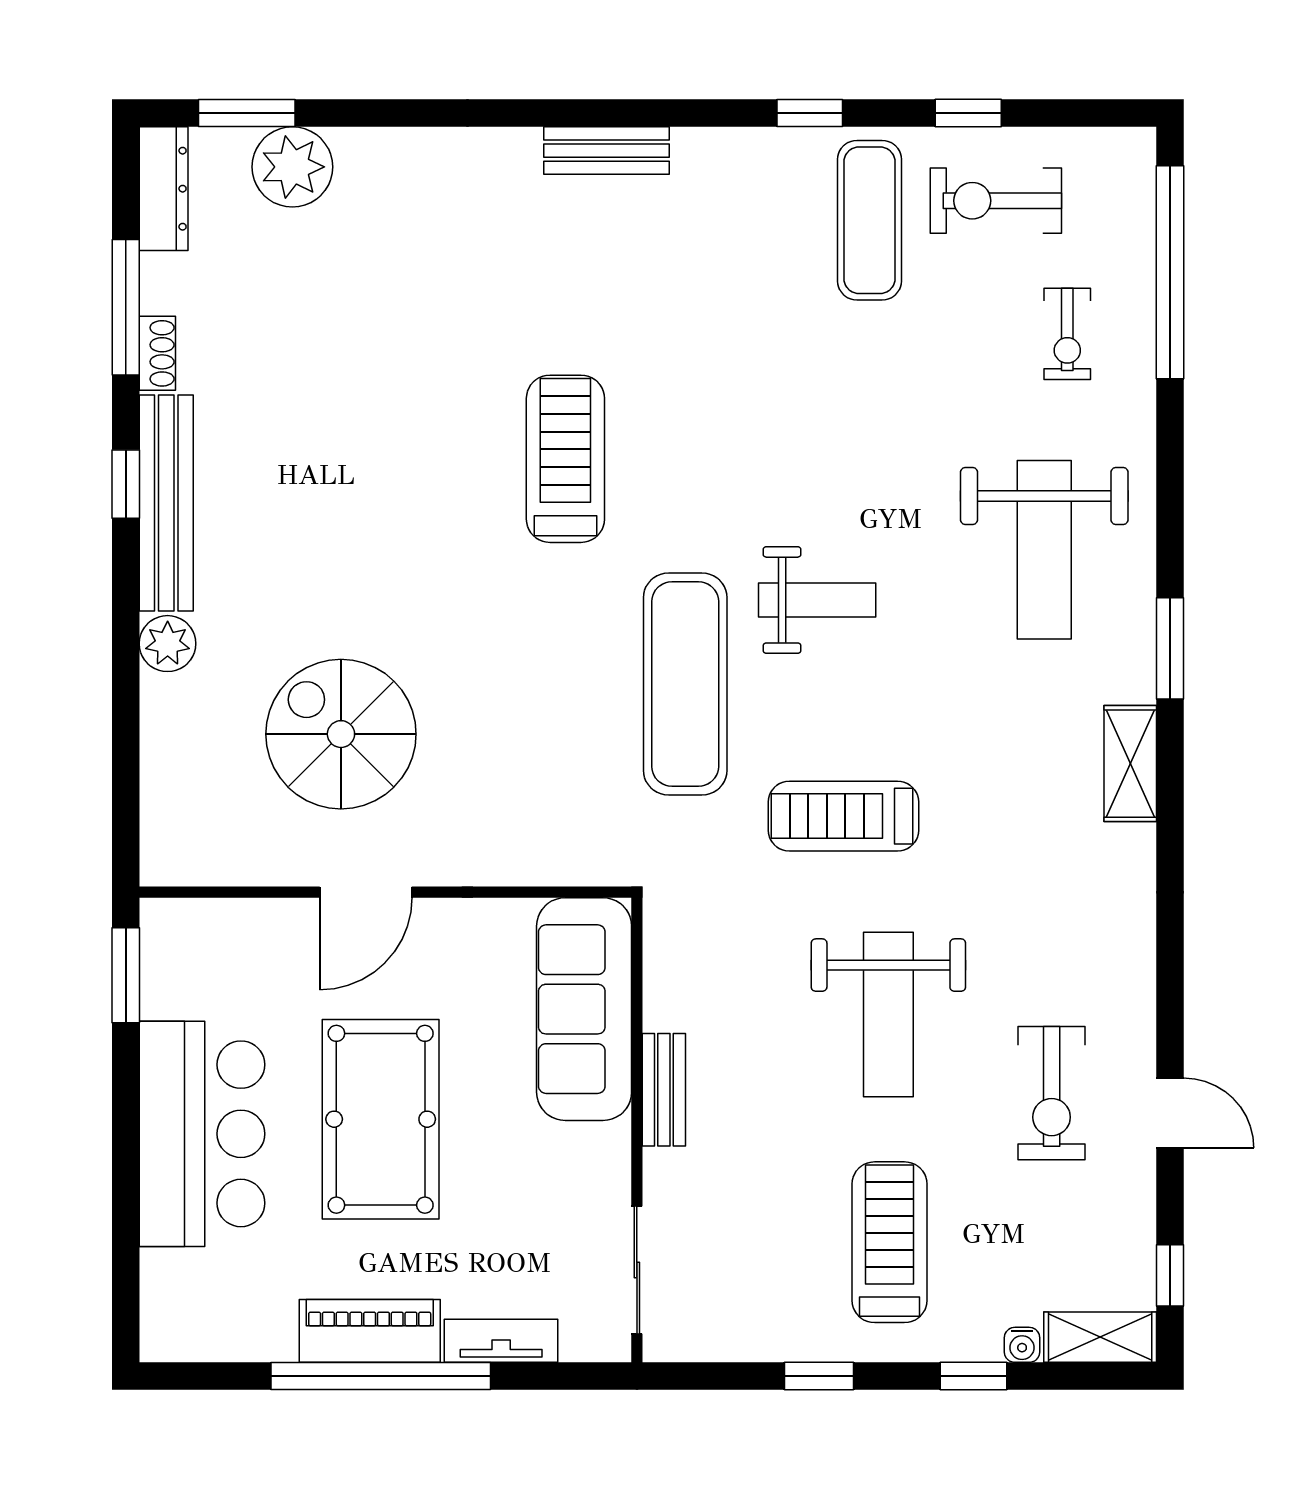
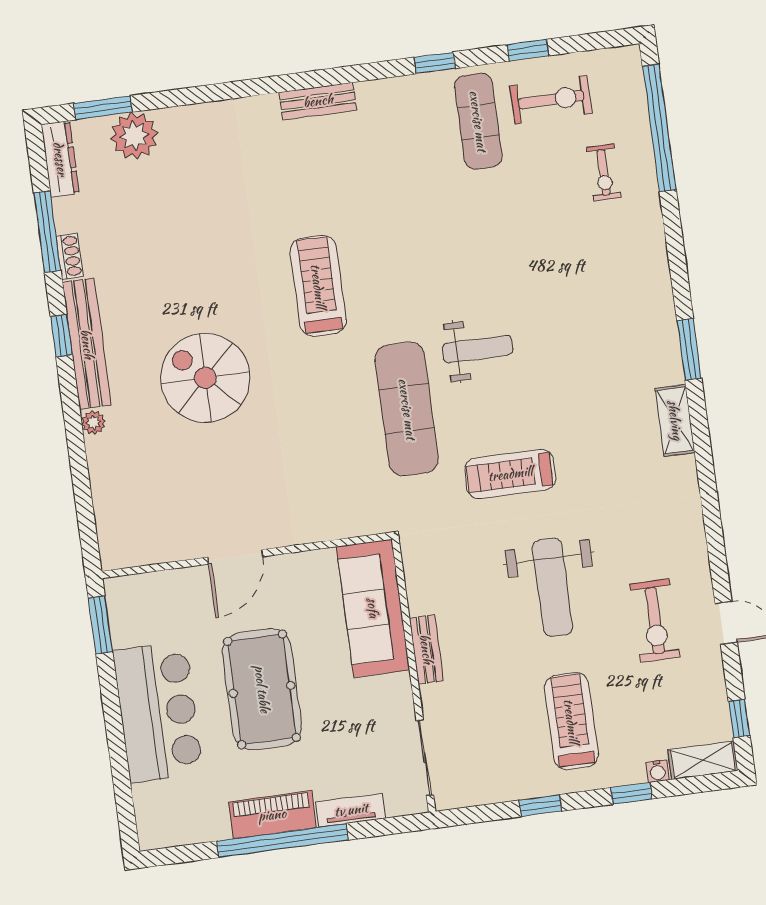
exercise bike: (996, 201) -> (551, 100), turned 180
weight bench: (1044, 550) -> (607, 301), removed
plant: (168, 644) -> (94, 422), width x0.73, depth x0.73
spiral stairs: (341, 734) -> (205, 378), moved

